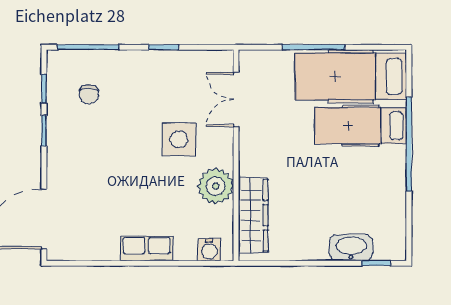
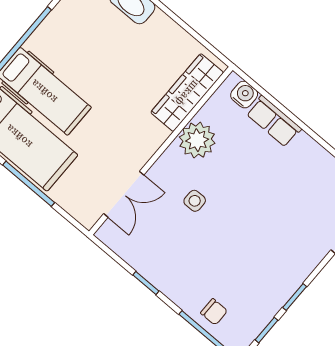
chair: (89, 94) -> (214, 312), moved, turned 90
side table: (179, 139) -> (195, 201), width x0.54, depth x0.54
row of seats: (147, 249) -> (274, 121), moved

